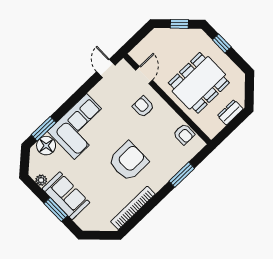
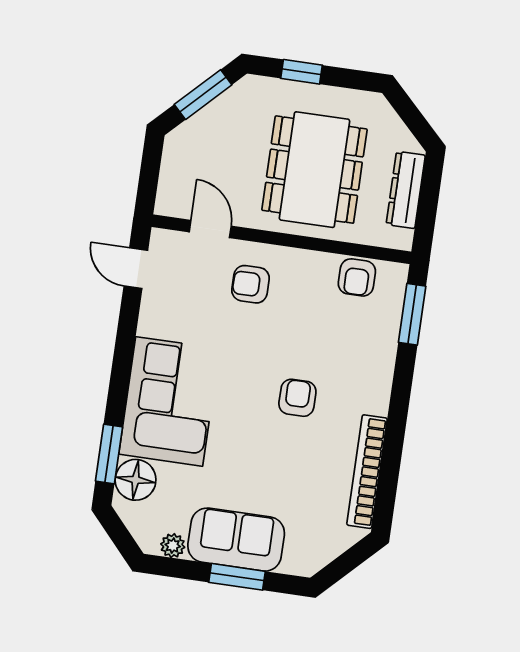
window: (179, 24) -> (203, 95), width x1.50
dresser: (230, 112) -> (406, 190), width x1.44
armchair: (184, 134) -> (357, 277), turned 90
armchair: (128, 161) -> (297, 398), width x0.53, depth x0.53
window: (182, 175) -> (412, 314), moved

